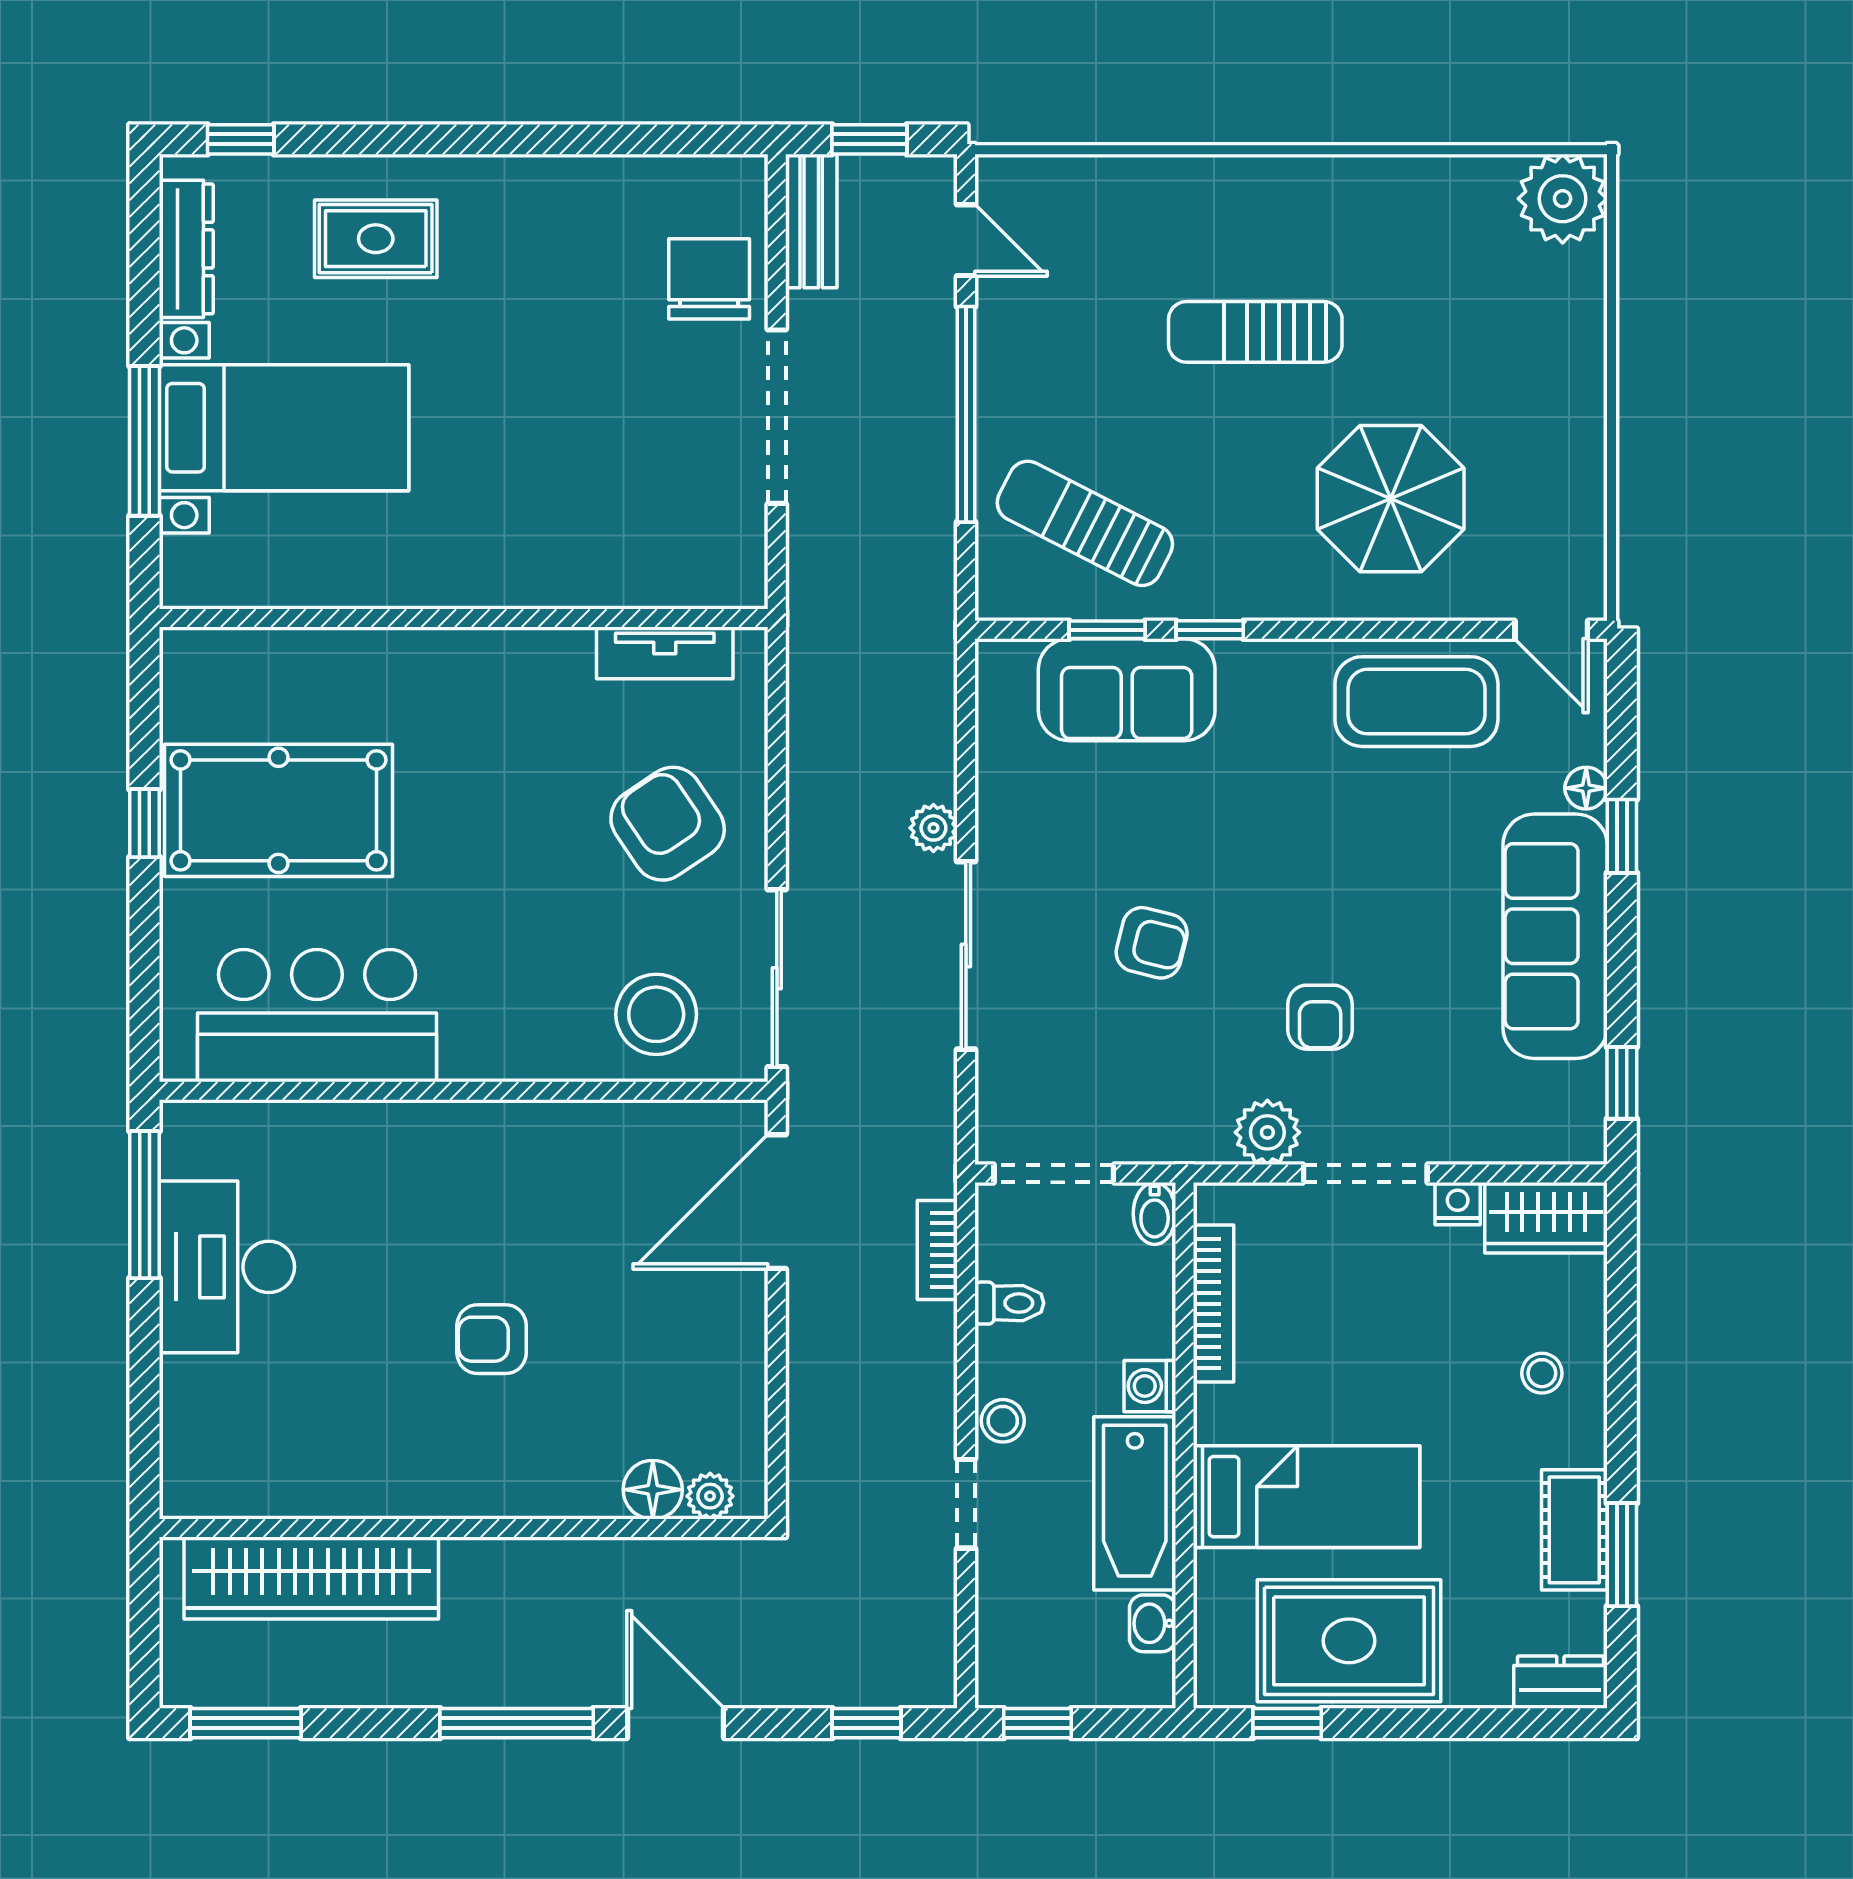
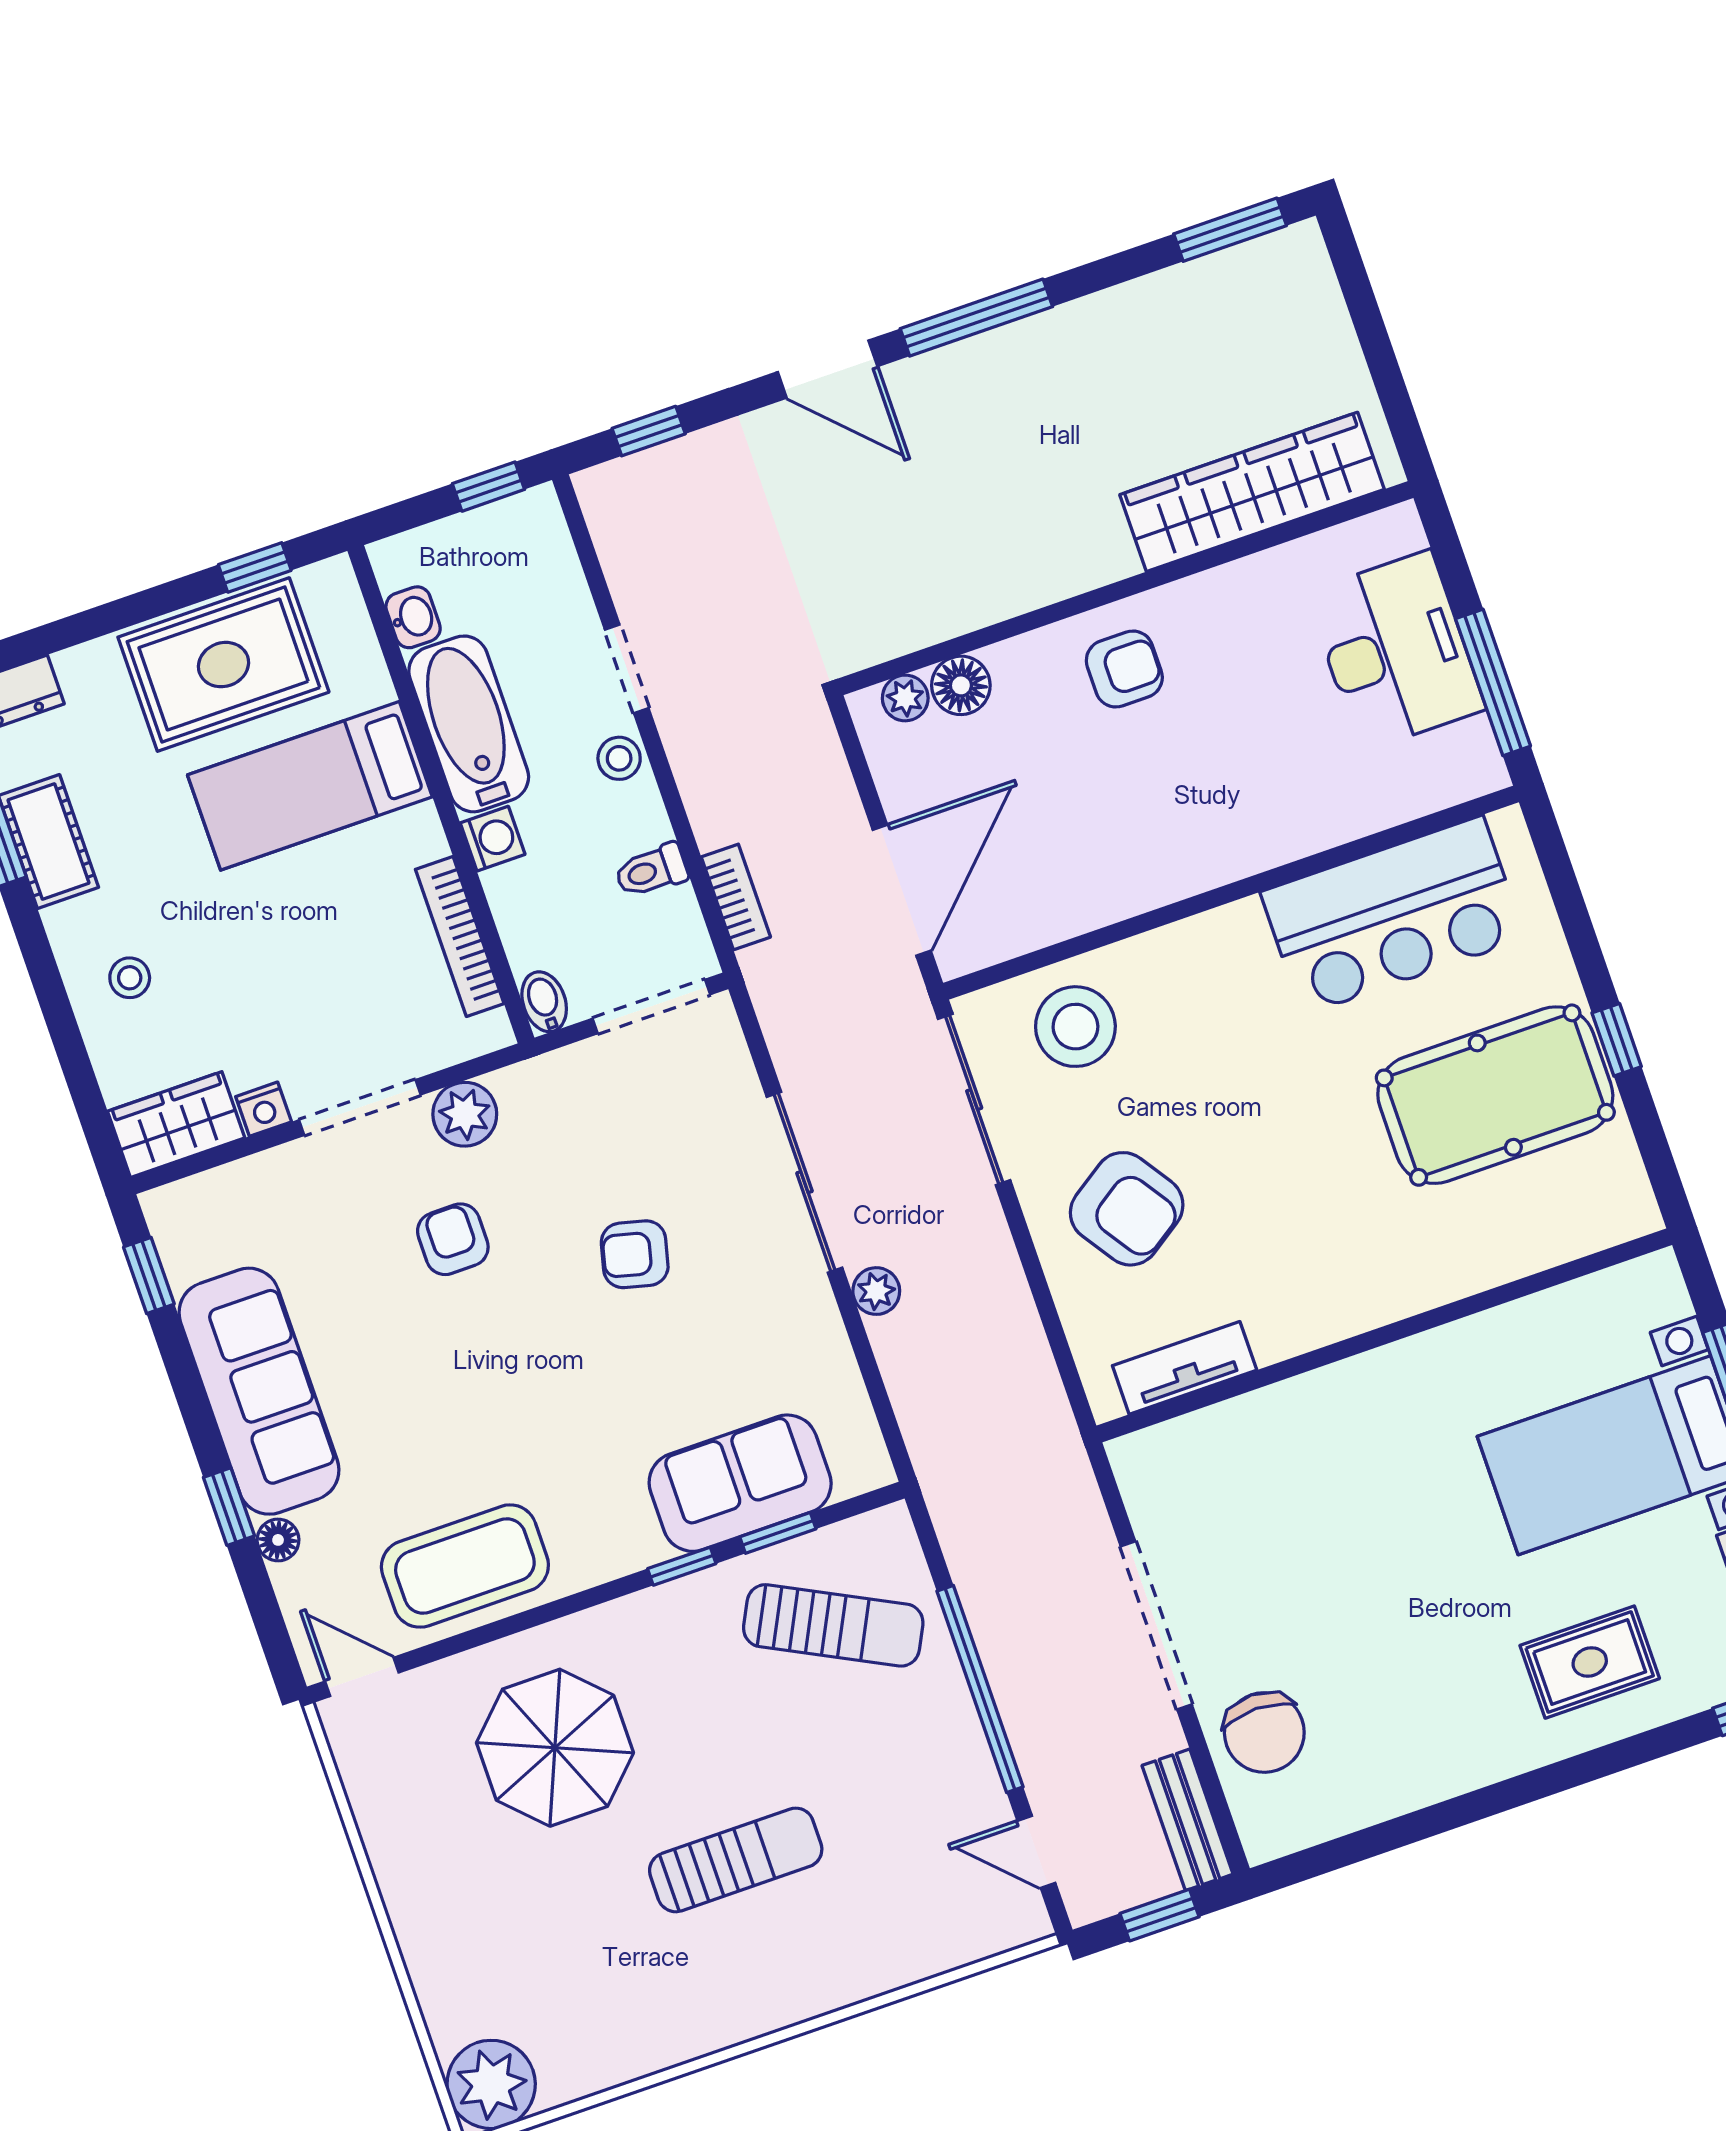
floor lamp: (653, 1490) -> (961, 685), moved
plant: (710, 1496) -> (905, 698), moved
wall: (464, 1528) -> (1126, 588), moved
wardrobe: (311, 1578) -> (1252, 492), moved

